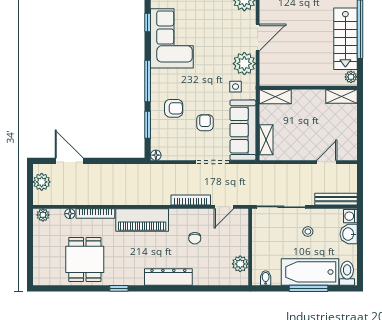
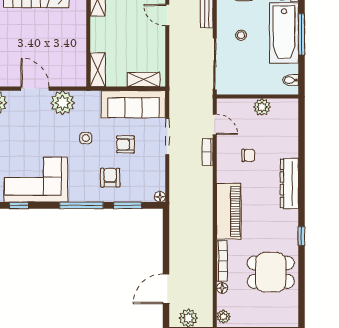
side table: (236, 87) -> (86, 138), moved
bookcase: (191, 200) -> (208, 152), width x0.64
plant: (240, 264) -> (262, 107), moved

